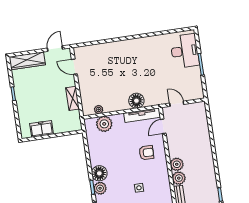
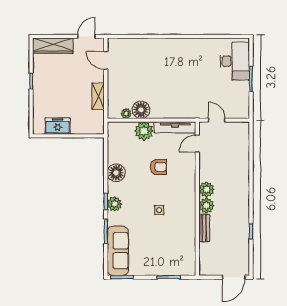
floor lamp: (136, 101) -> (141, 110), moved
plant: (104, 124) -> (144, 131), moved
armchair: (146, 153) -> (158, 167), moved
floor lamp: (99, 173) -> (116, 173), moved

